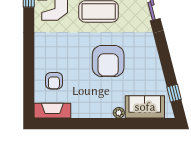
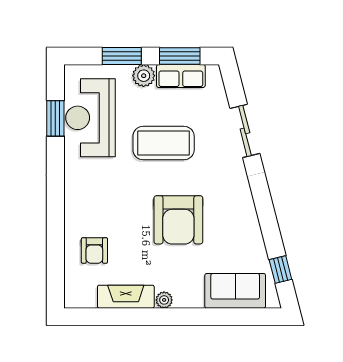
fireplace: (52, 111) -> (126, 297), moved
plant: (119, 113) -> (164, 300), moved

